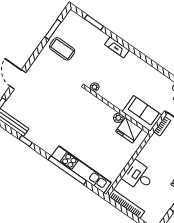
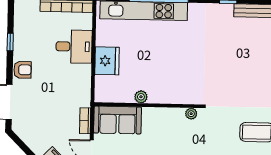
fridge: (129, 130) -> (107, 61), moved, turned 90

